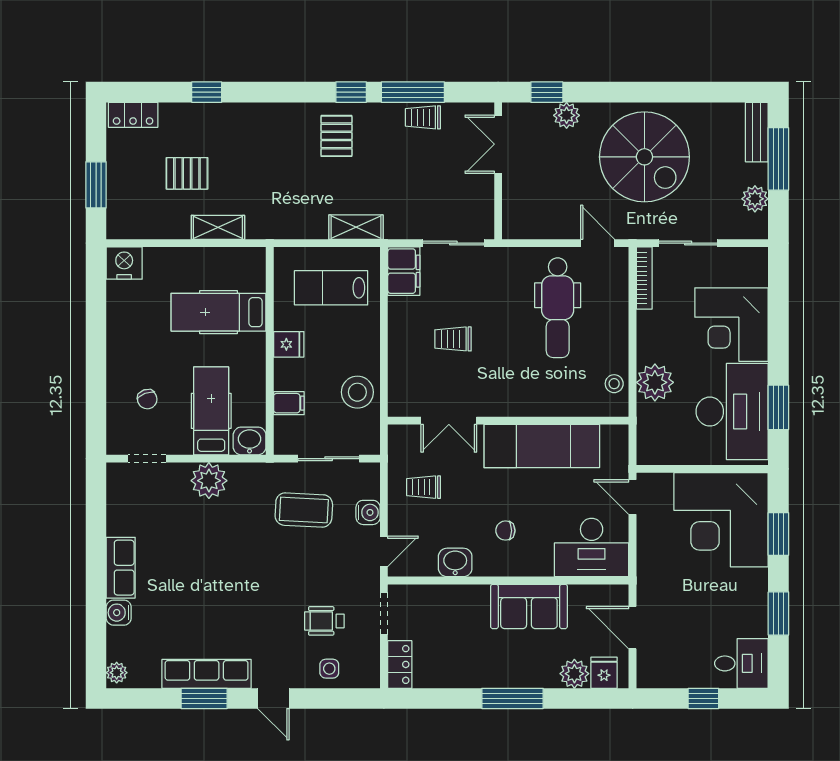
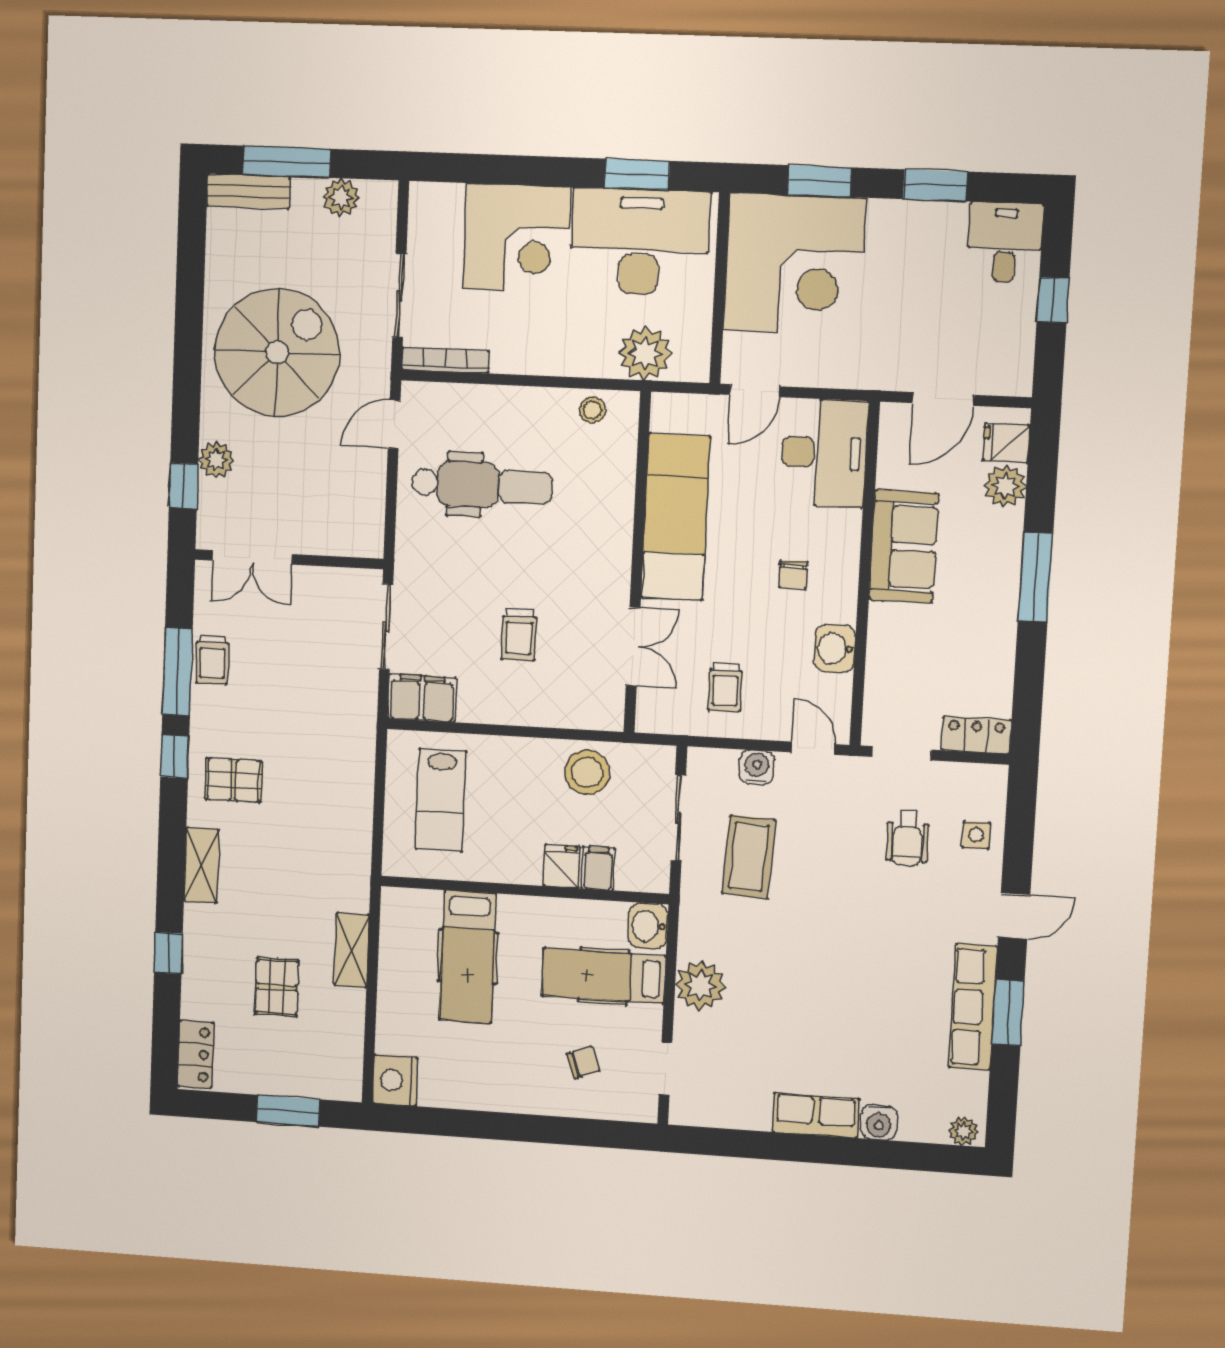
shelving: (356, 227) -> (201, 865), moved
fridge: (289, 344) -> (561, 866), moved
plant: (655, 382) -> (645, 354), moved

